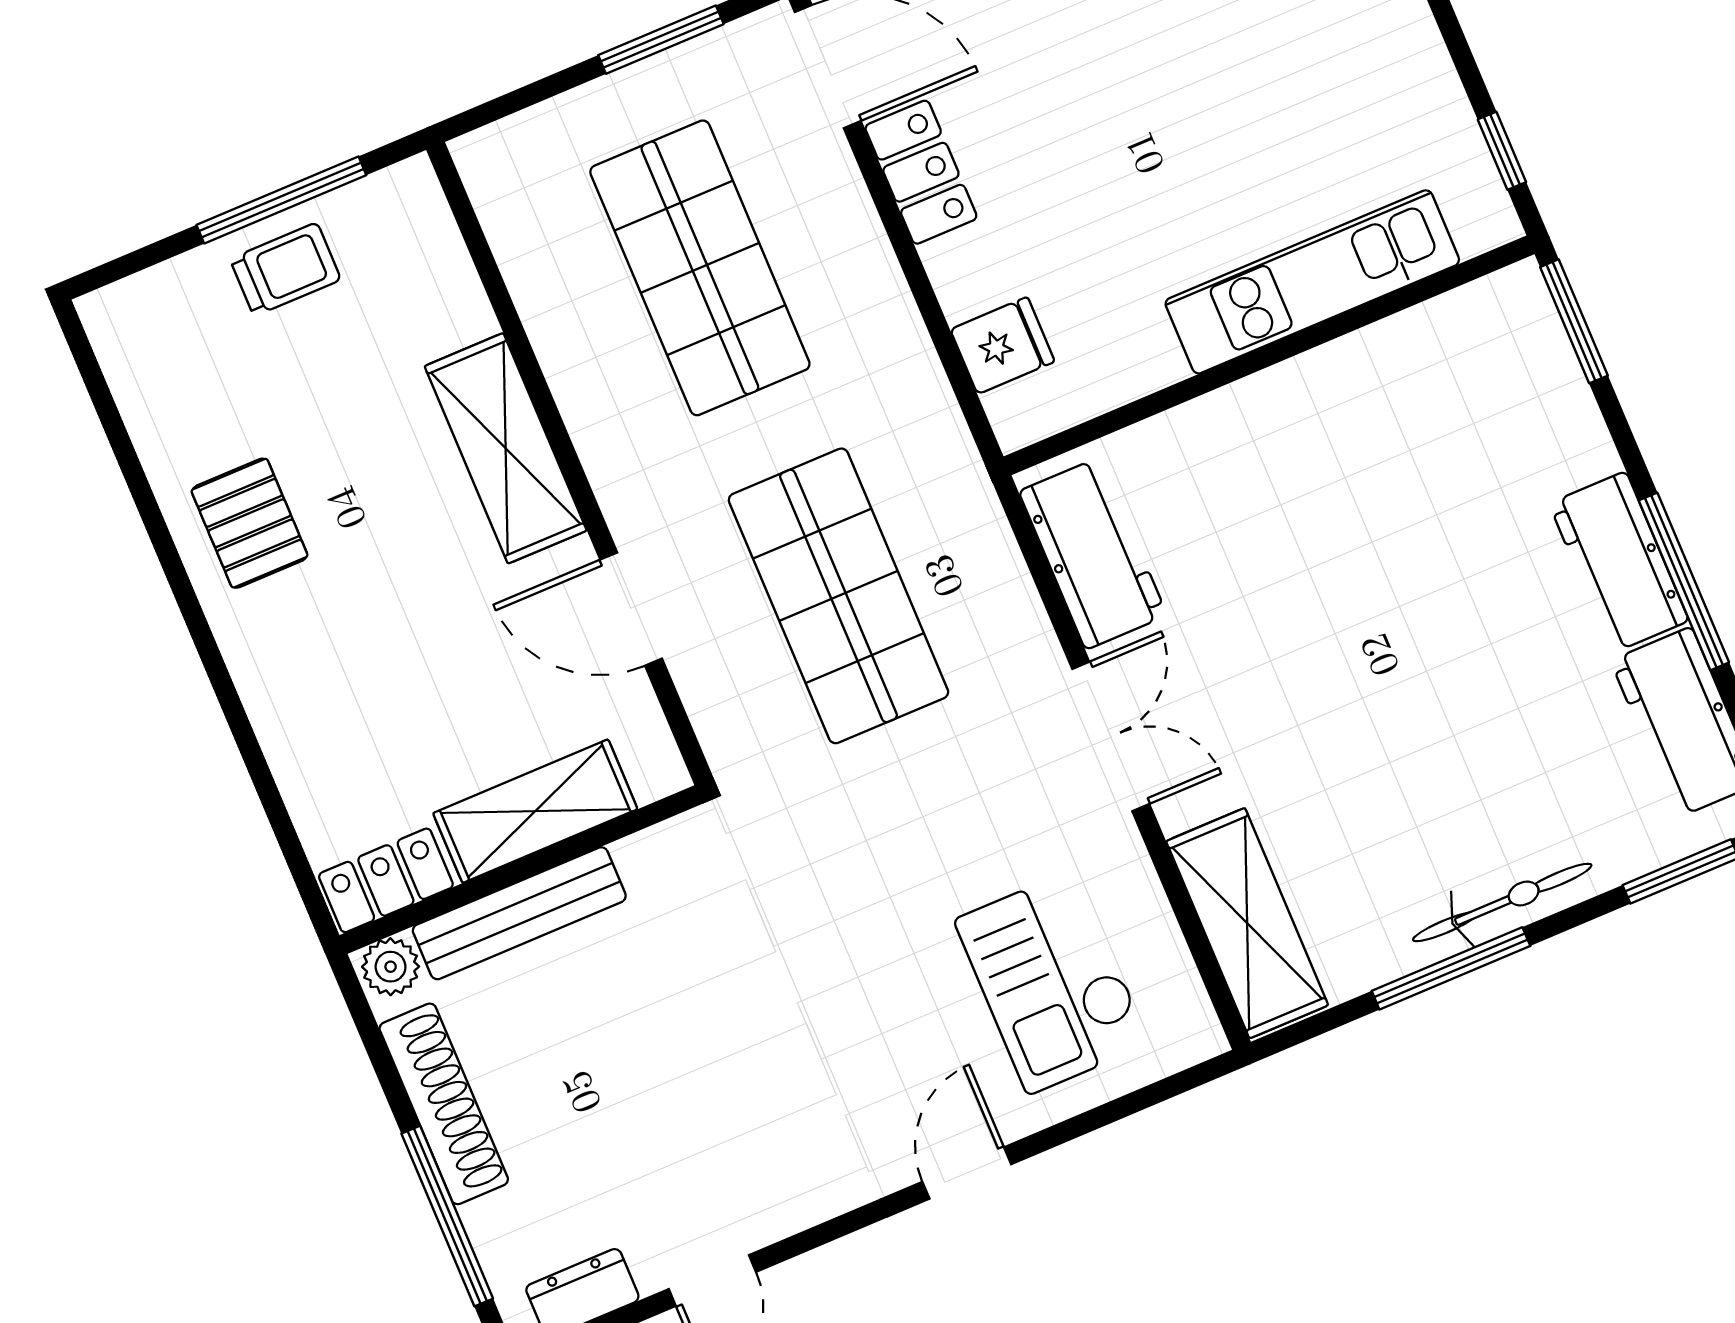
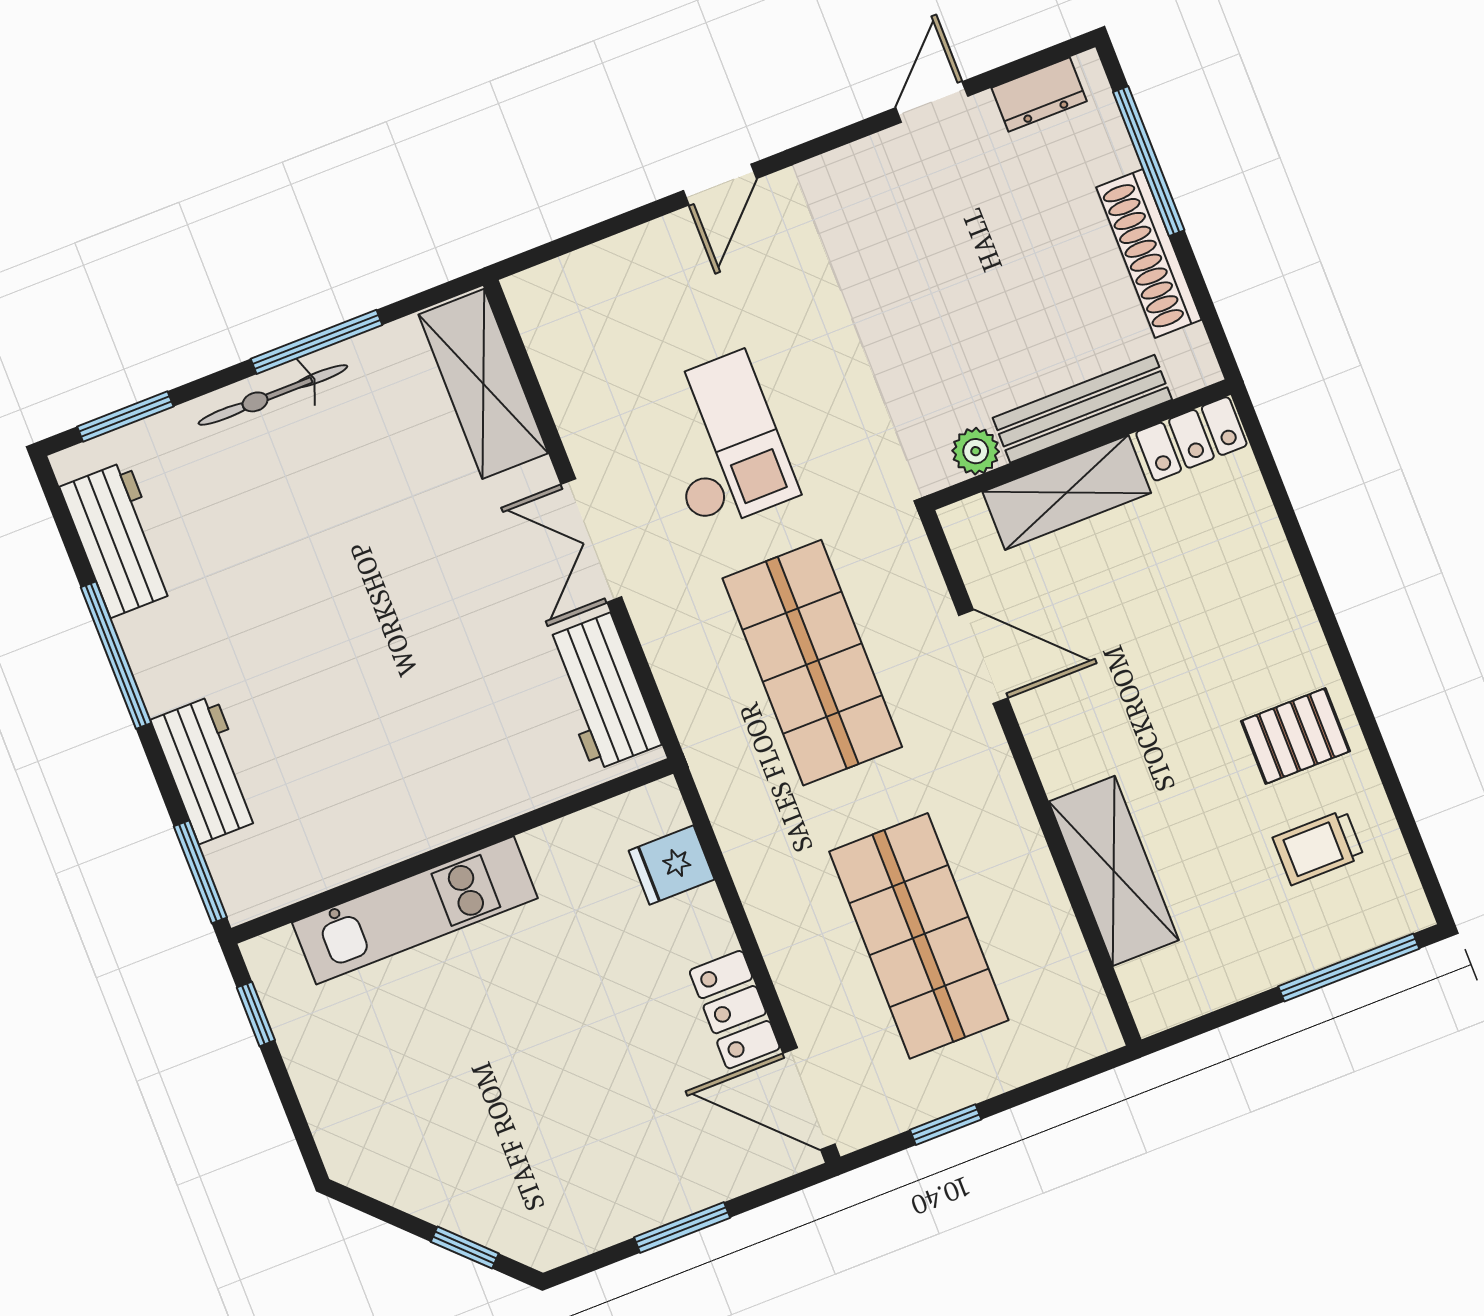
window: (661, 40) -> (946, 1125), width x0.67
window: (281, 200) -> (1349, 968), moved
trolley: (285, 269) -> (1318, 847), moved
shelving: (506, 448) -> (1114, 871), moved
pallet: (250, 523) -> (1295, 736), turned 90
workbench: (1619, 562) -> (207, 769), moved
plant: (391, 967) -> (976, 451), moved
checkout: (1052, 982) -> (722, 442), moved

